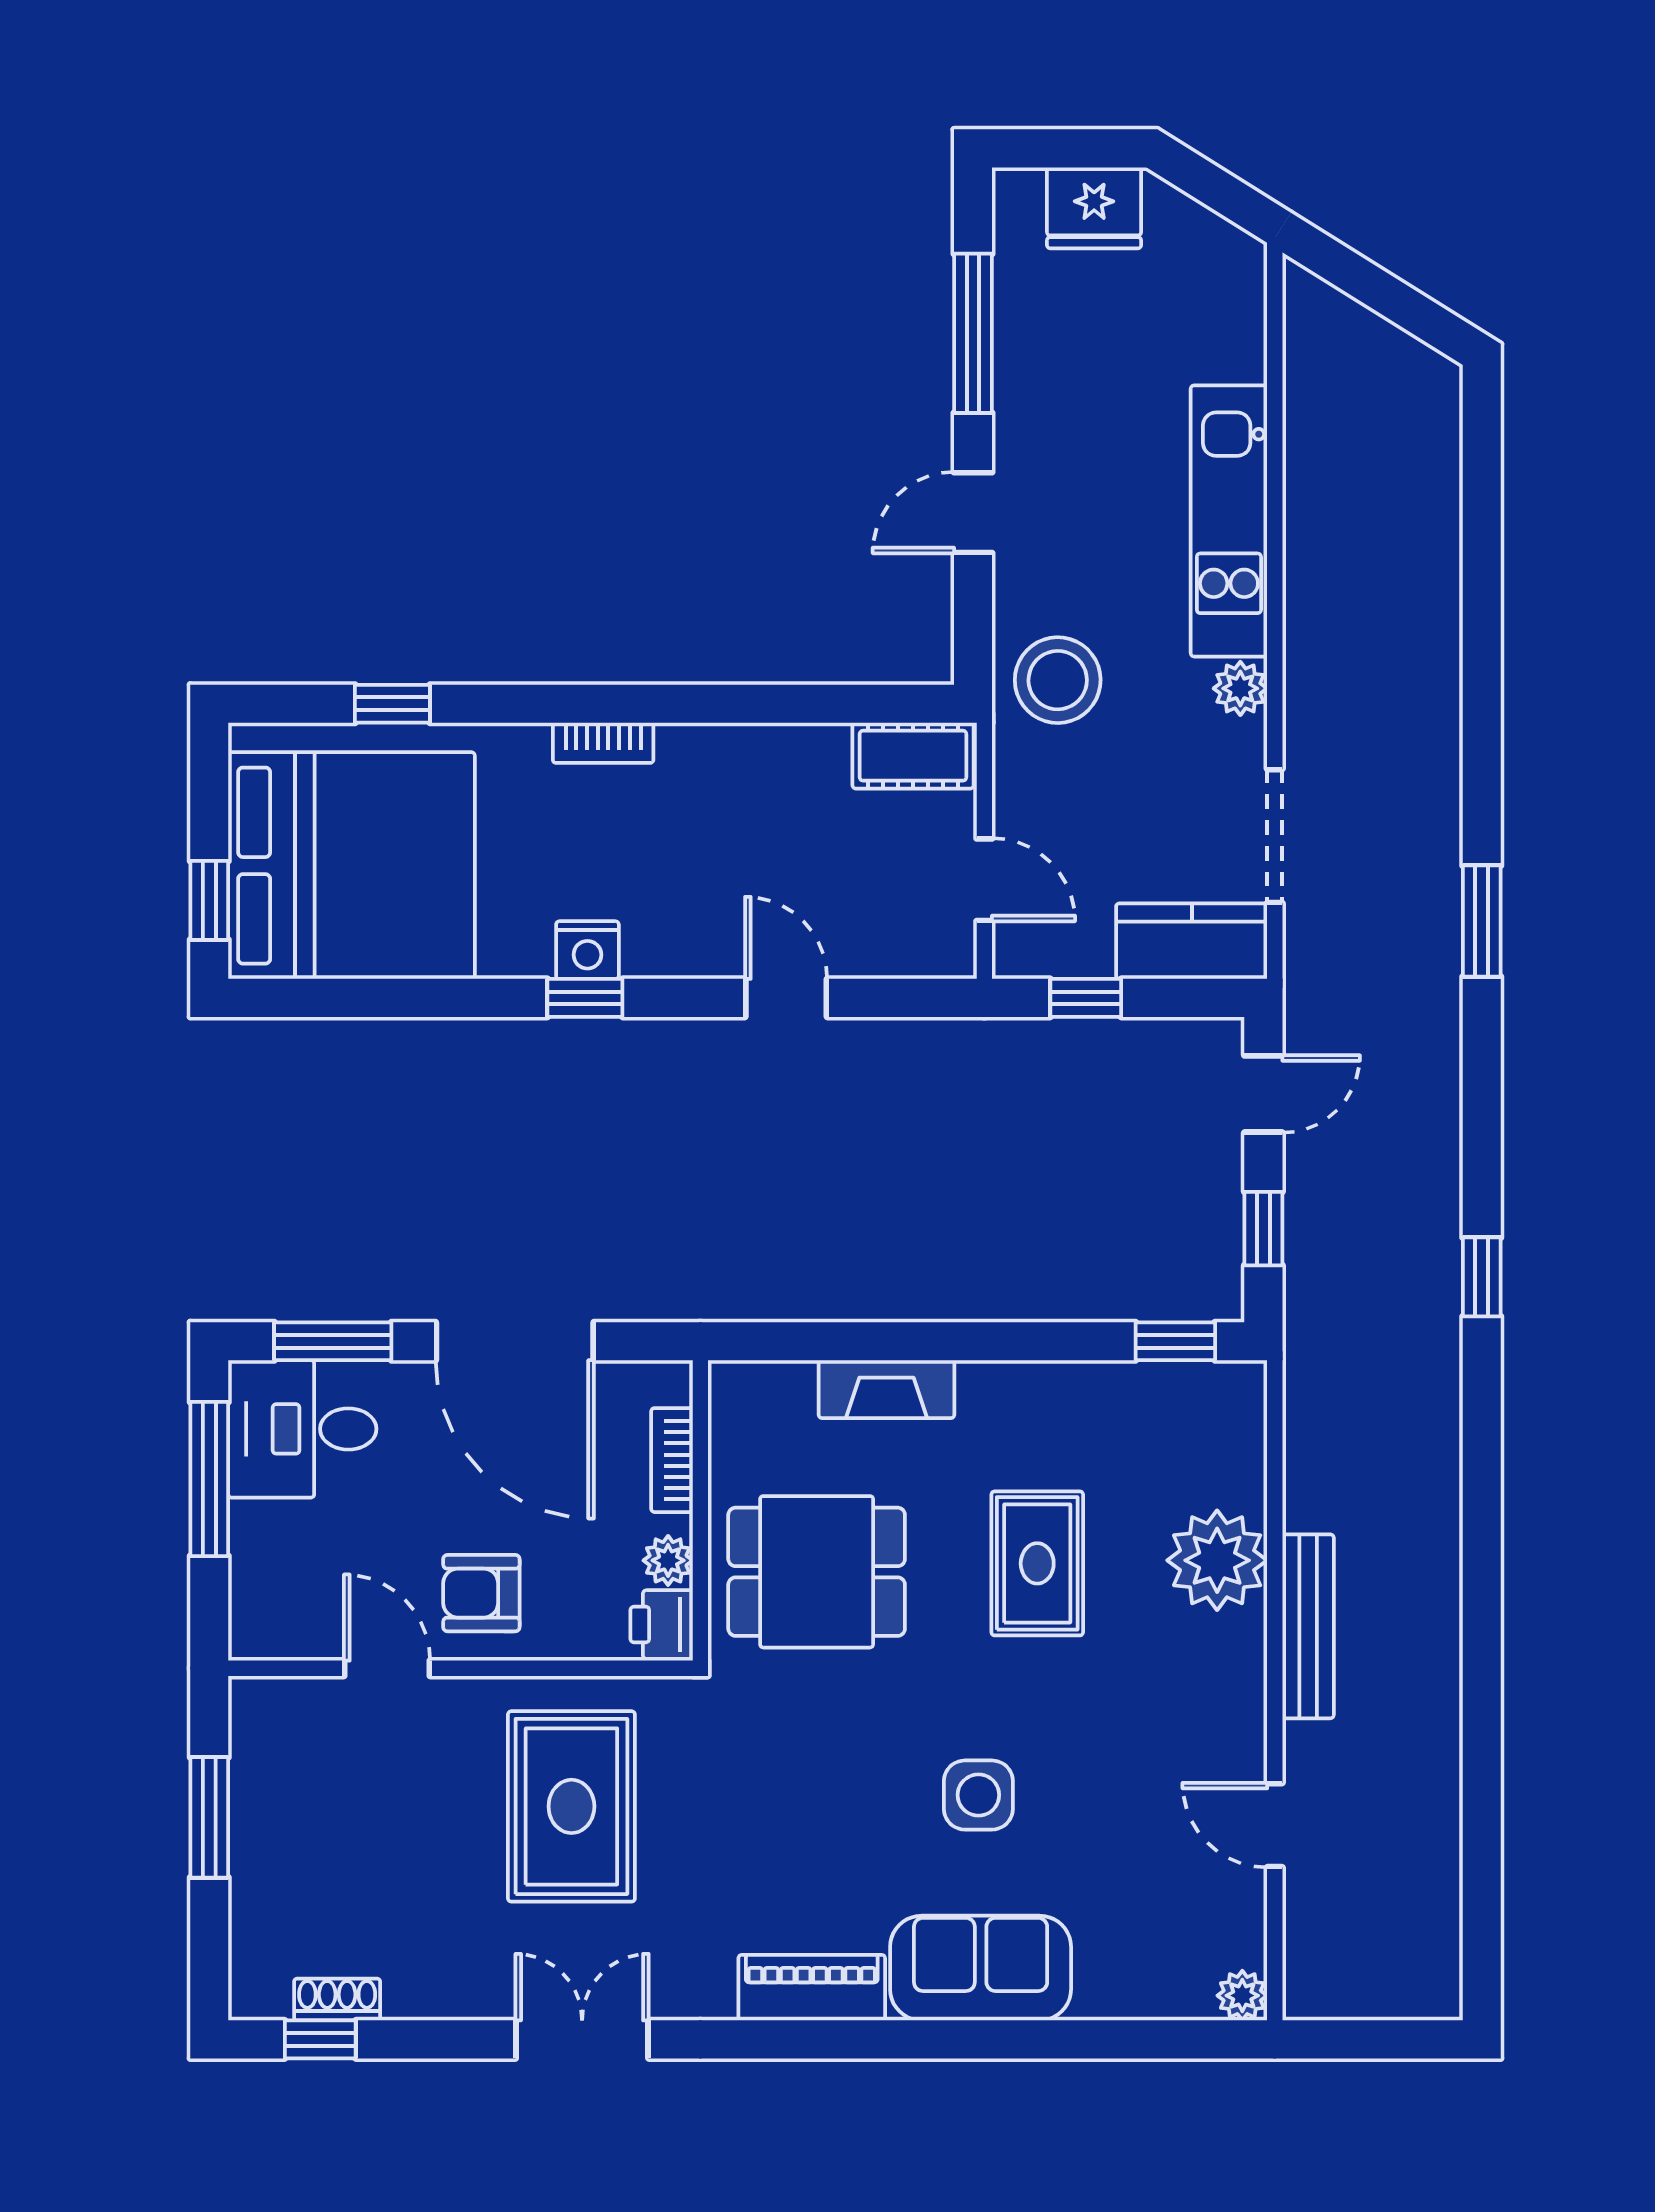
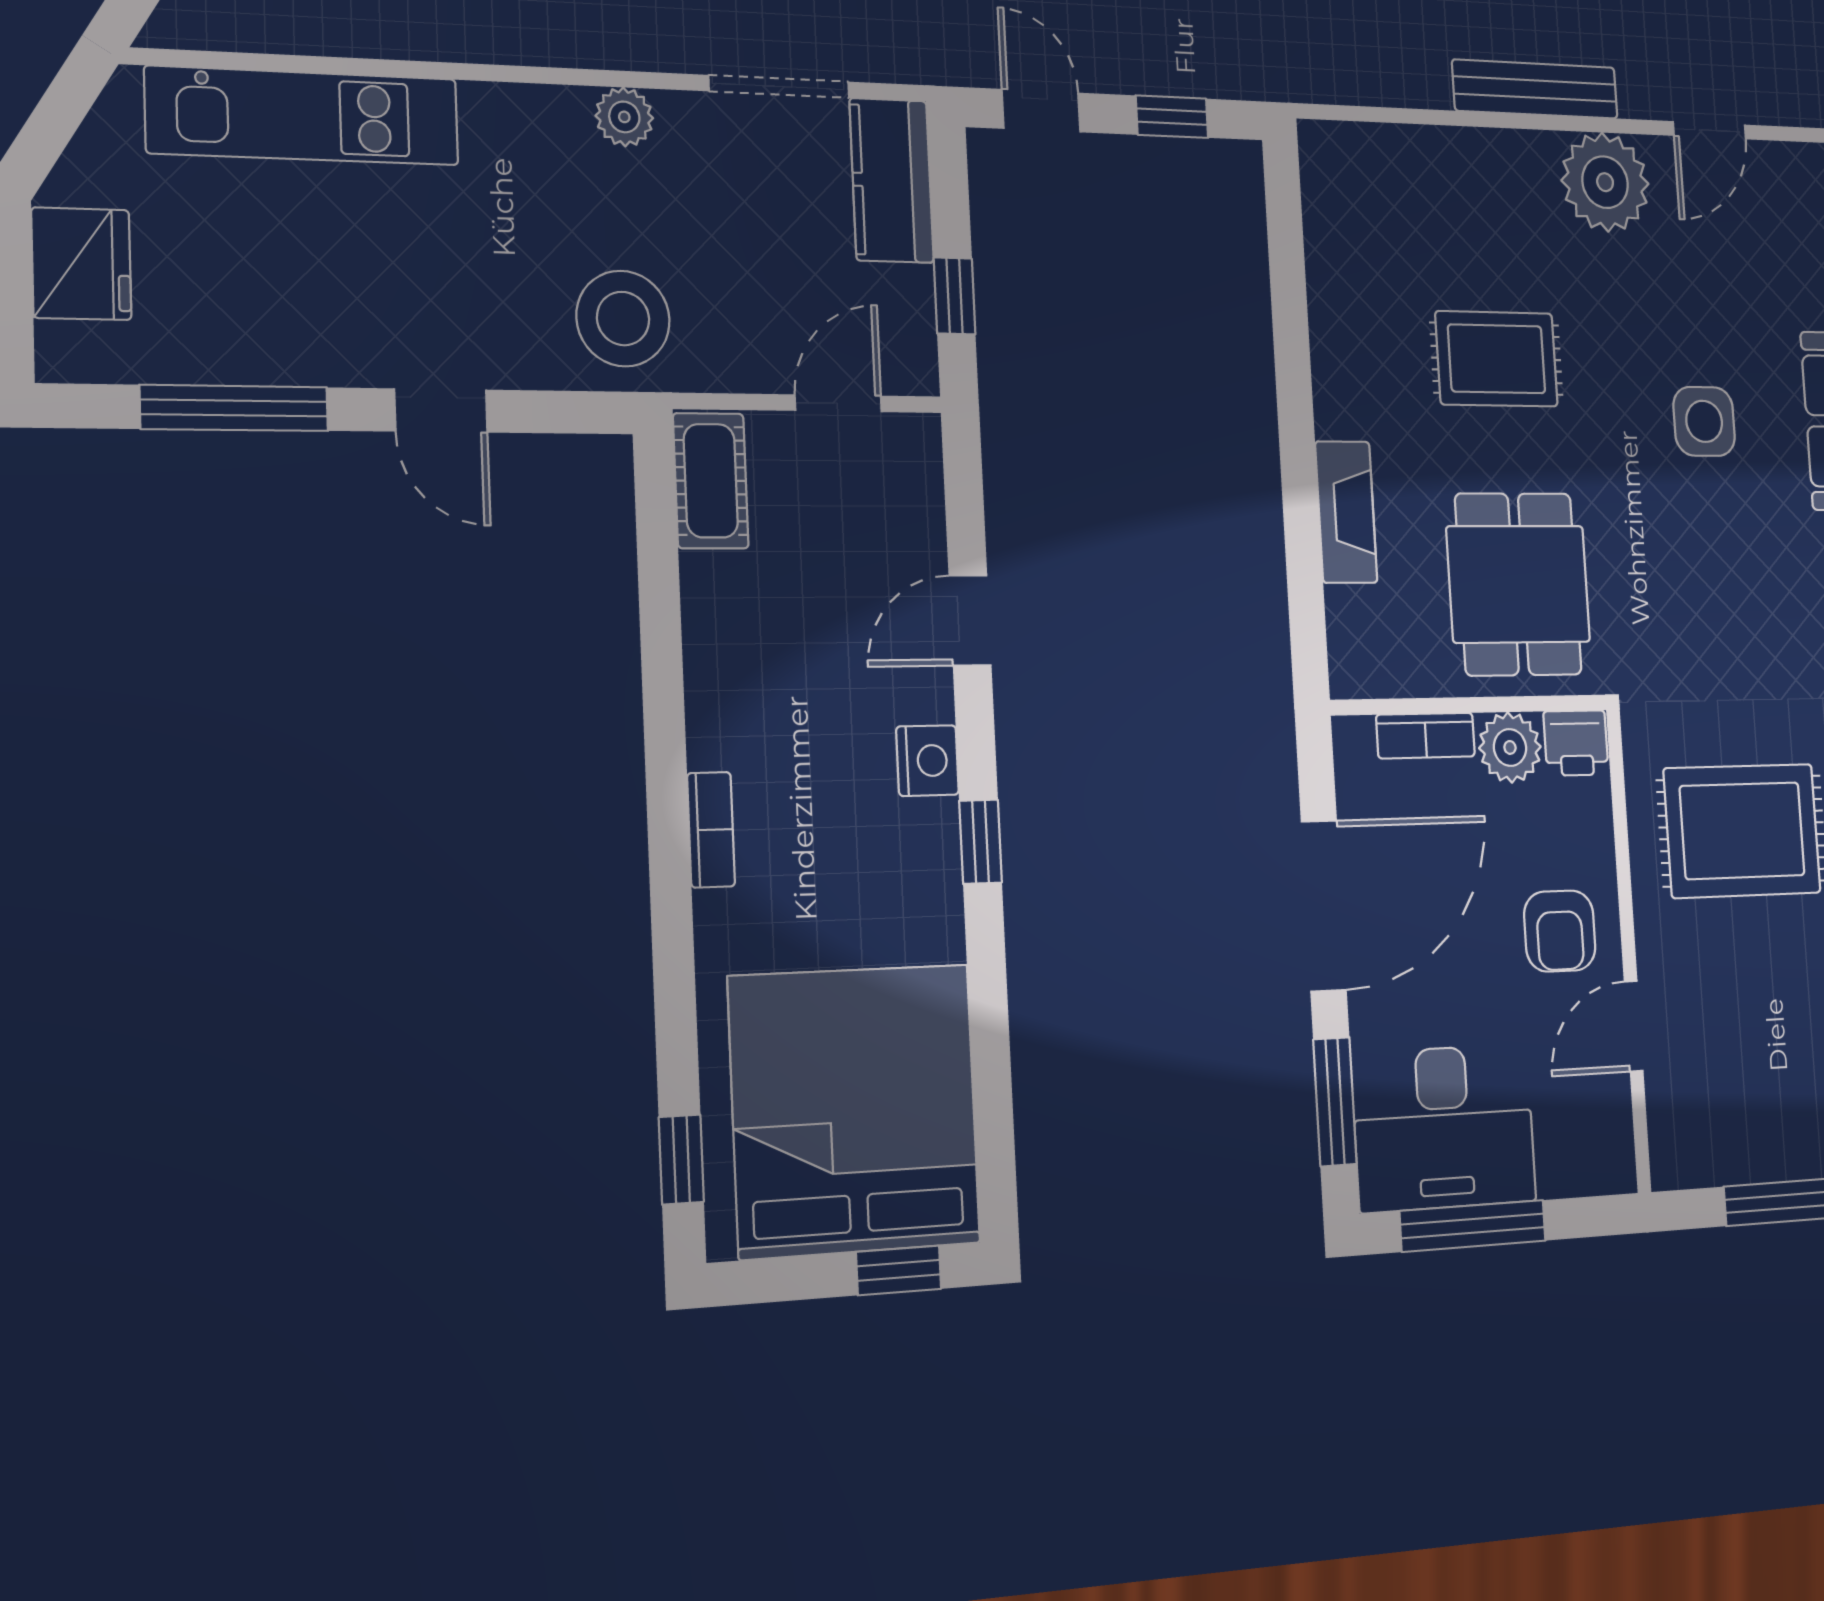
kitchen unit: (1229, 521) -> (303, 116), moved
window: (392, 704) -> (681, 1160), moved
nightstand: (587, 950) -> (927, 761), moved
window: (1175, 1341) -> (1284, 212), removed
desk: (302, 1429) -> (1444, 1128), width x1.37
plant: (668, 1560) -> (1510, 747), width x1.38, depth x1.38
plant: (1217, 1560) -> (1605, 182), moved

